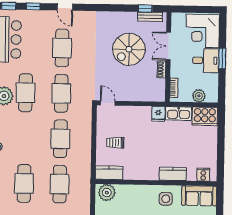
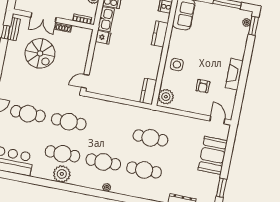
cafe table: (60, 139) -> (103, 162), moved
trolley: (115, 143) -> (122, 81), removed
side table: (166, 199) -> (177, 65), moved

